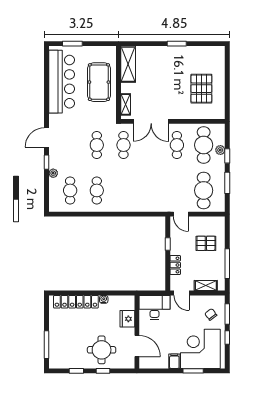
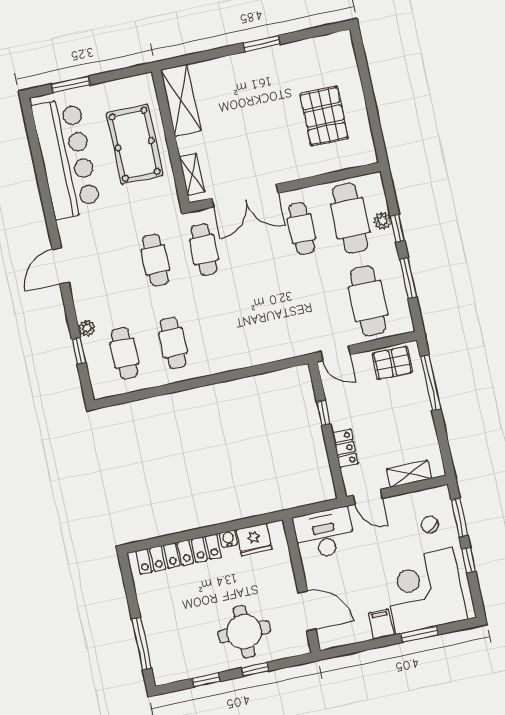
window: (46, 162) -> (79, 351), moved
pallet: (206, 243) -> (392, 363), moved
window: (227, 264) -> (431, 383), moved
fridge: (127, 319) -> (254, 539), moved, turned -90

